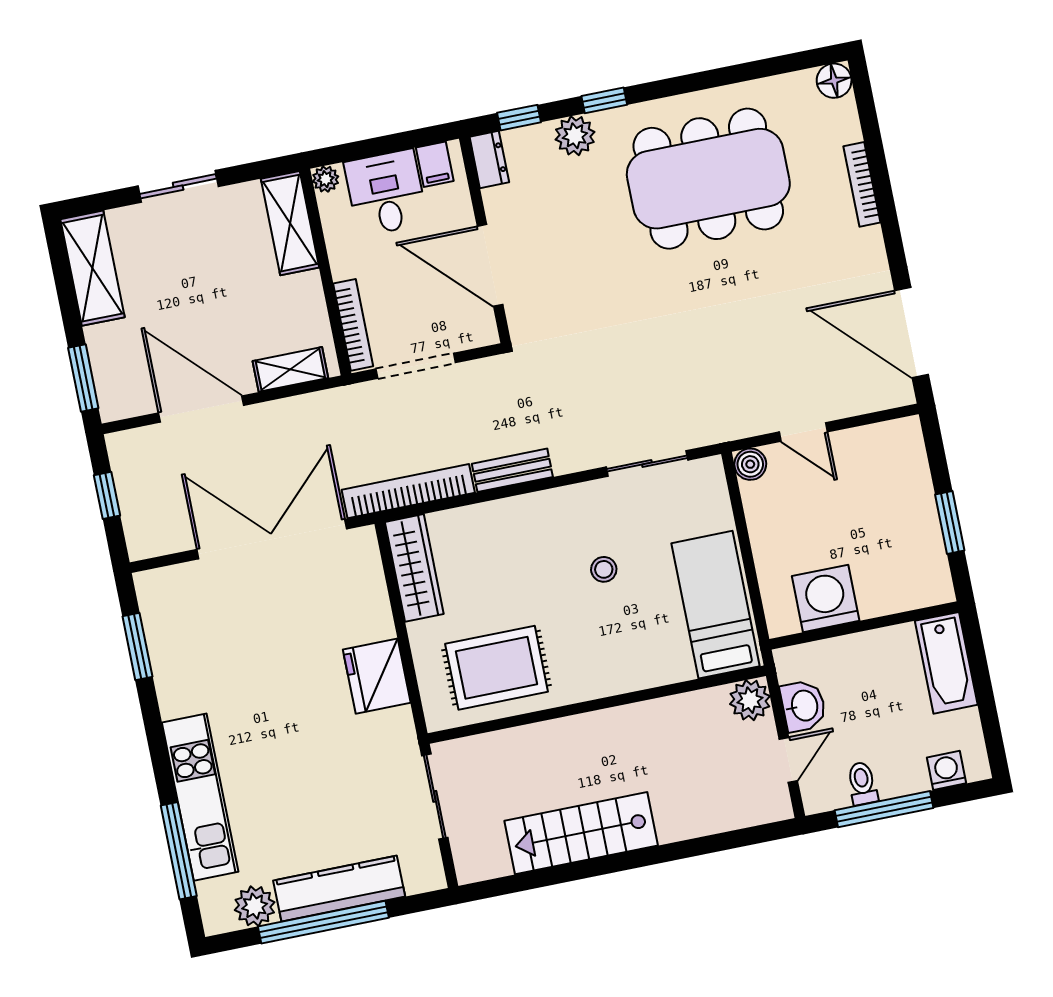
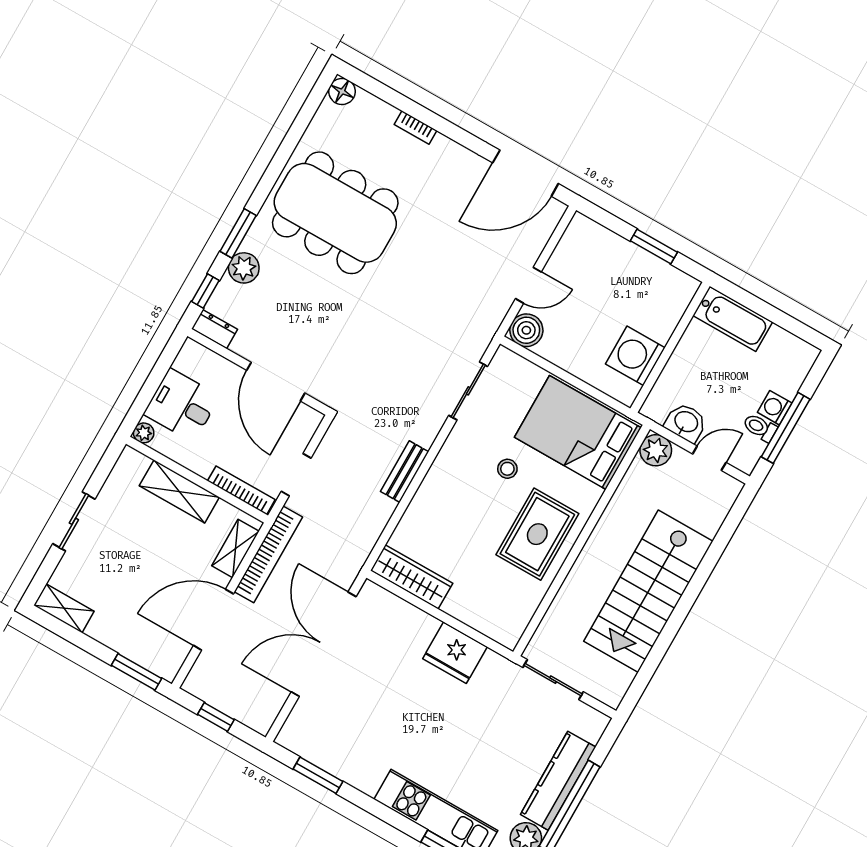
window: (604, 100) -> (238, 233), width x1.50
filing cabinet: (435, 164) -> (190, 363), removed
dining table: (708, 179) -> (335, 213), turned 90
bookcase: (862, 184) -> (416, 127), width x0.64
shelving: (290, 223) -> (179, 491), moved
door: (490, 265) -> (276, 382), hinge flipped
shelving: (92, 268) -> (64, 608), width x0.67, depth x0.75
doorway: (416, 366) -> (296, 475), width x0.73
boiler: (750, 464) -> (526, 330), width x1.36, depth x1.36
bookcase: (408, 491) -> (268, 554), moved, turned 180
bed: (716, 605) -> (578, 433), width x1.50
rug: (497, 668) -> (537, 534), moved
door: (788, 760) -> (709, 458), hinge flipped
washing machine: (947, 770) -> (775, 408), moved
stairs: (581, 833) -> (648, 591), width x1.36, depth x1.51

